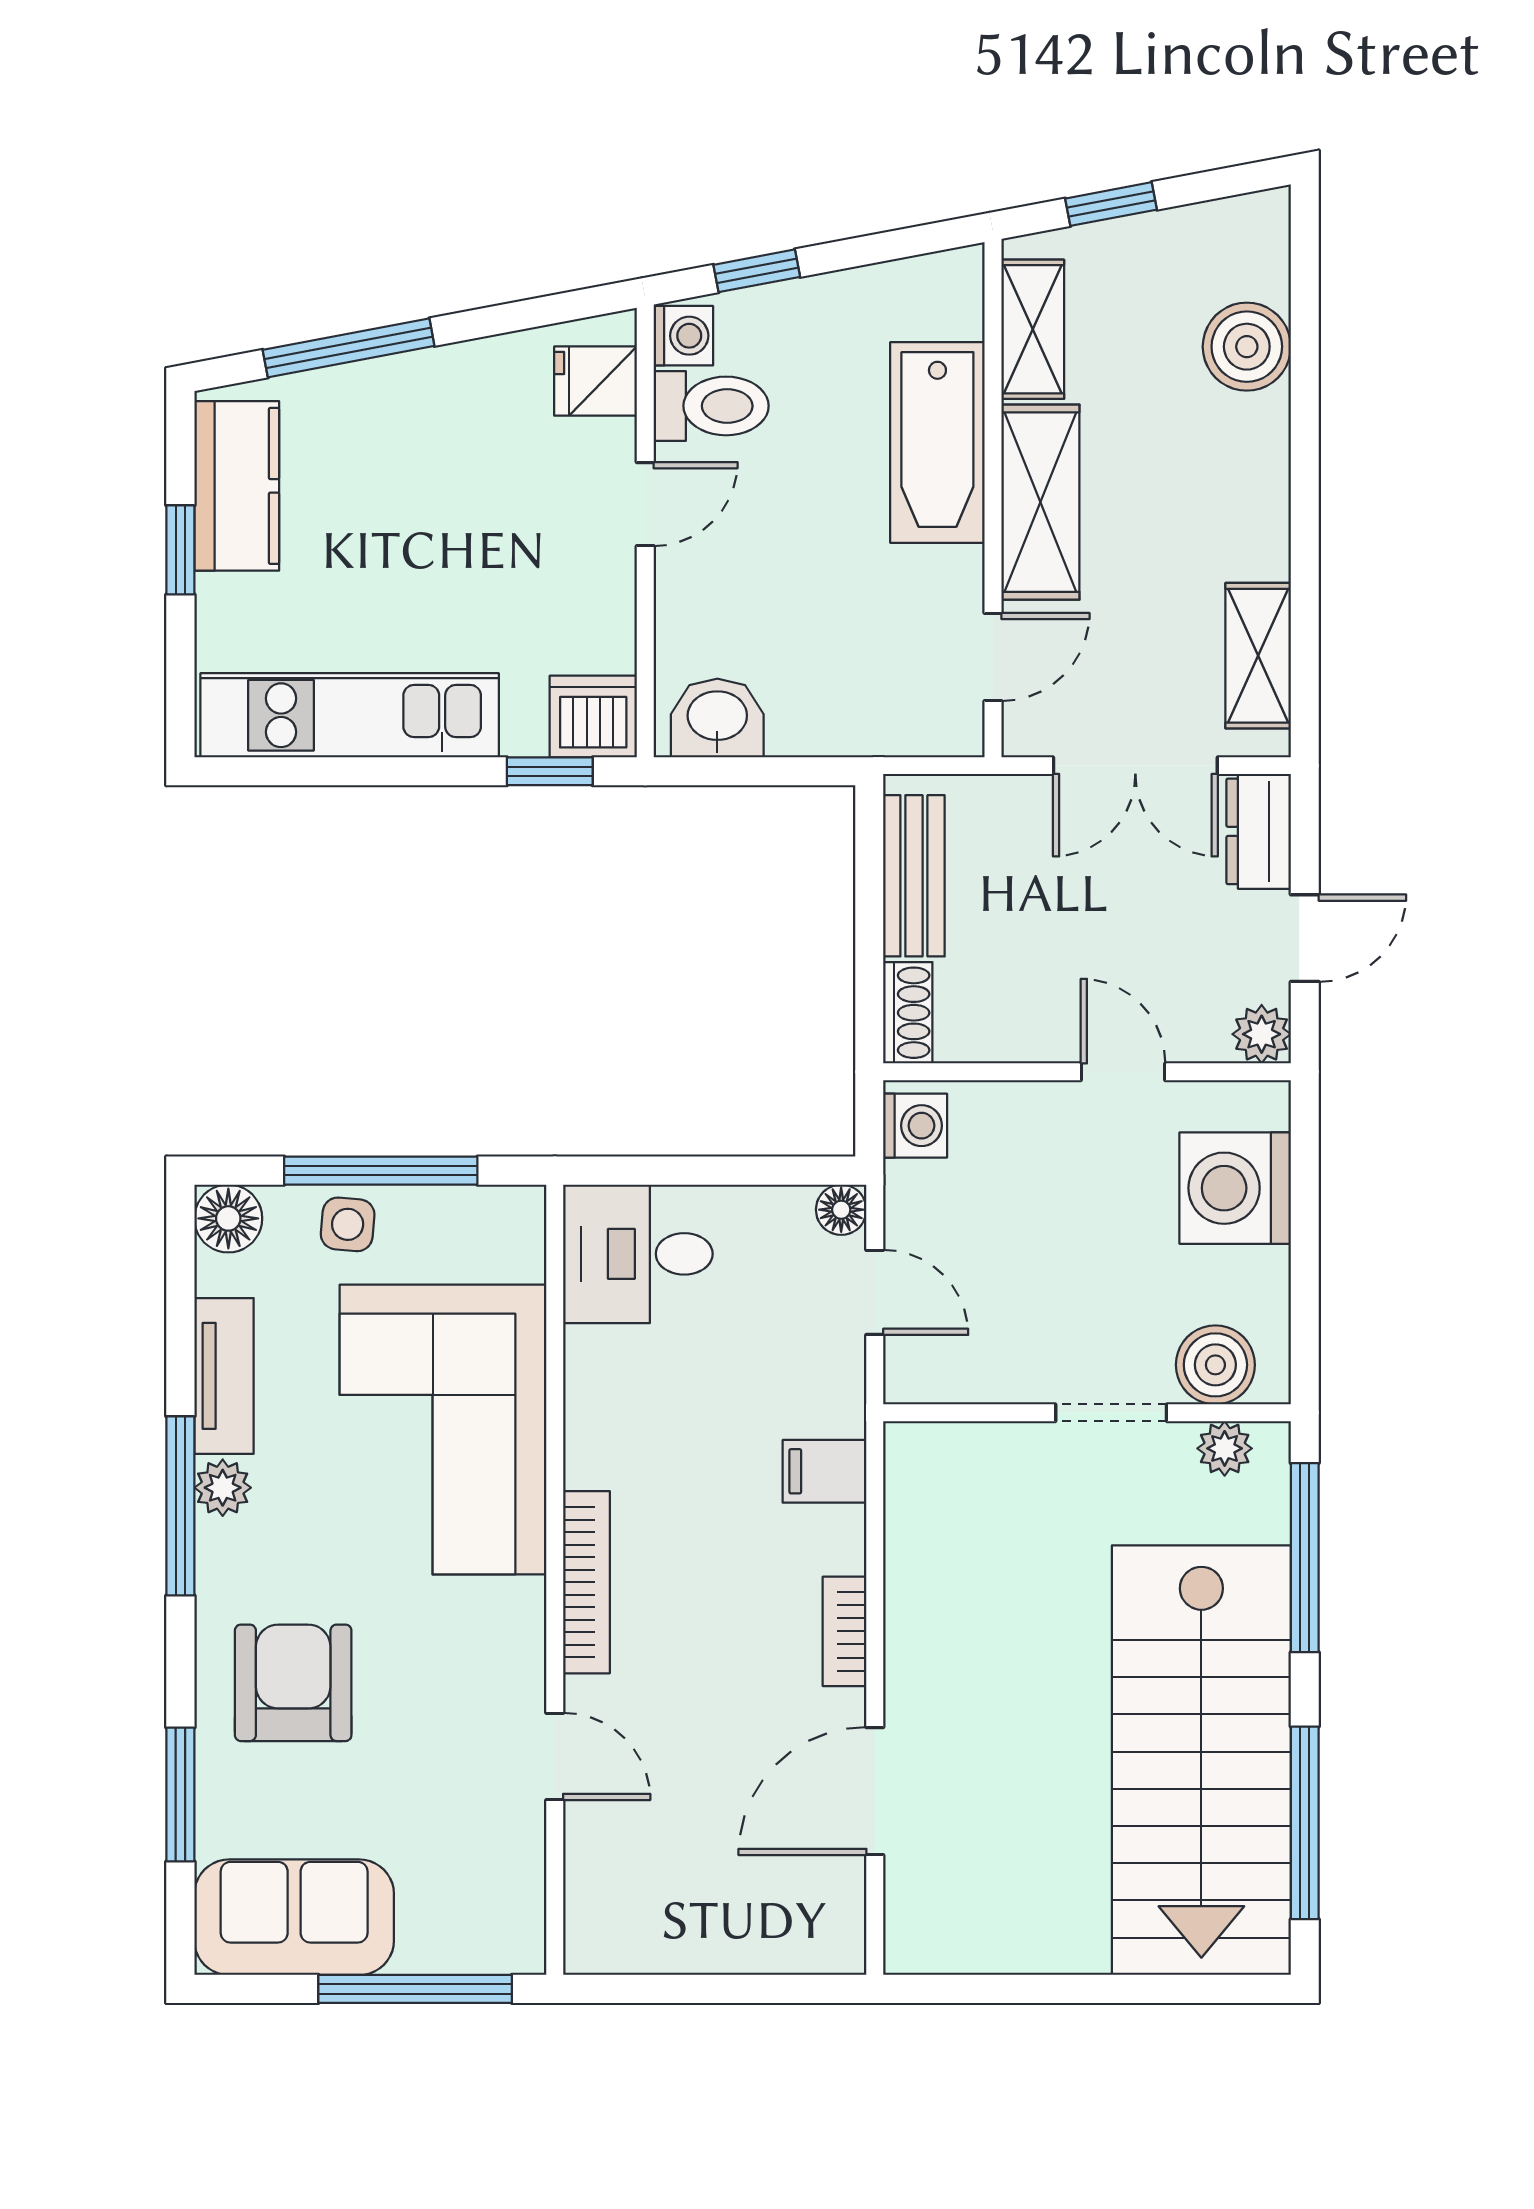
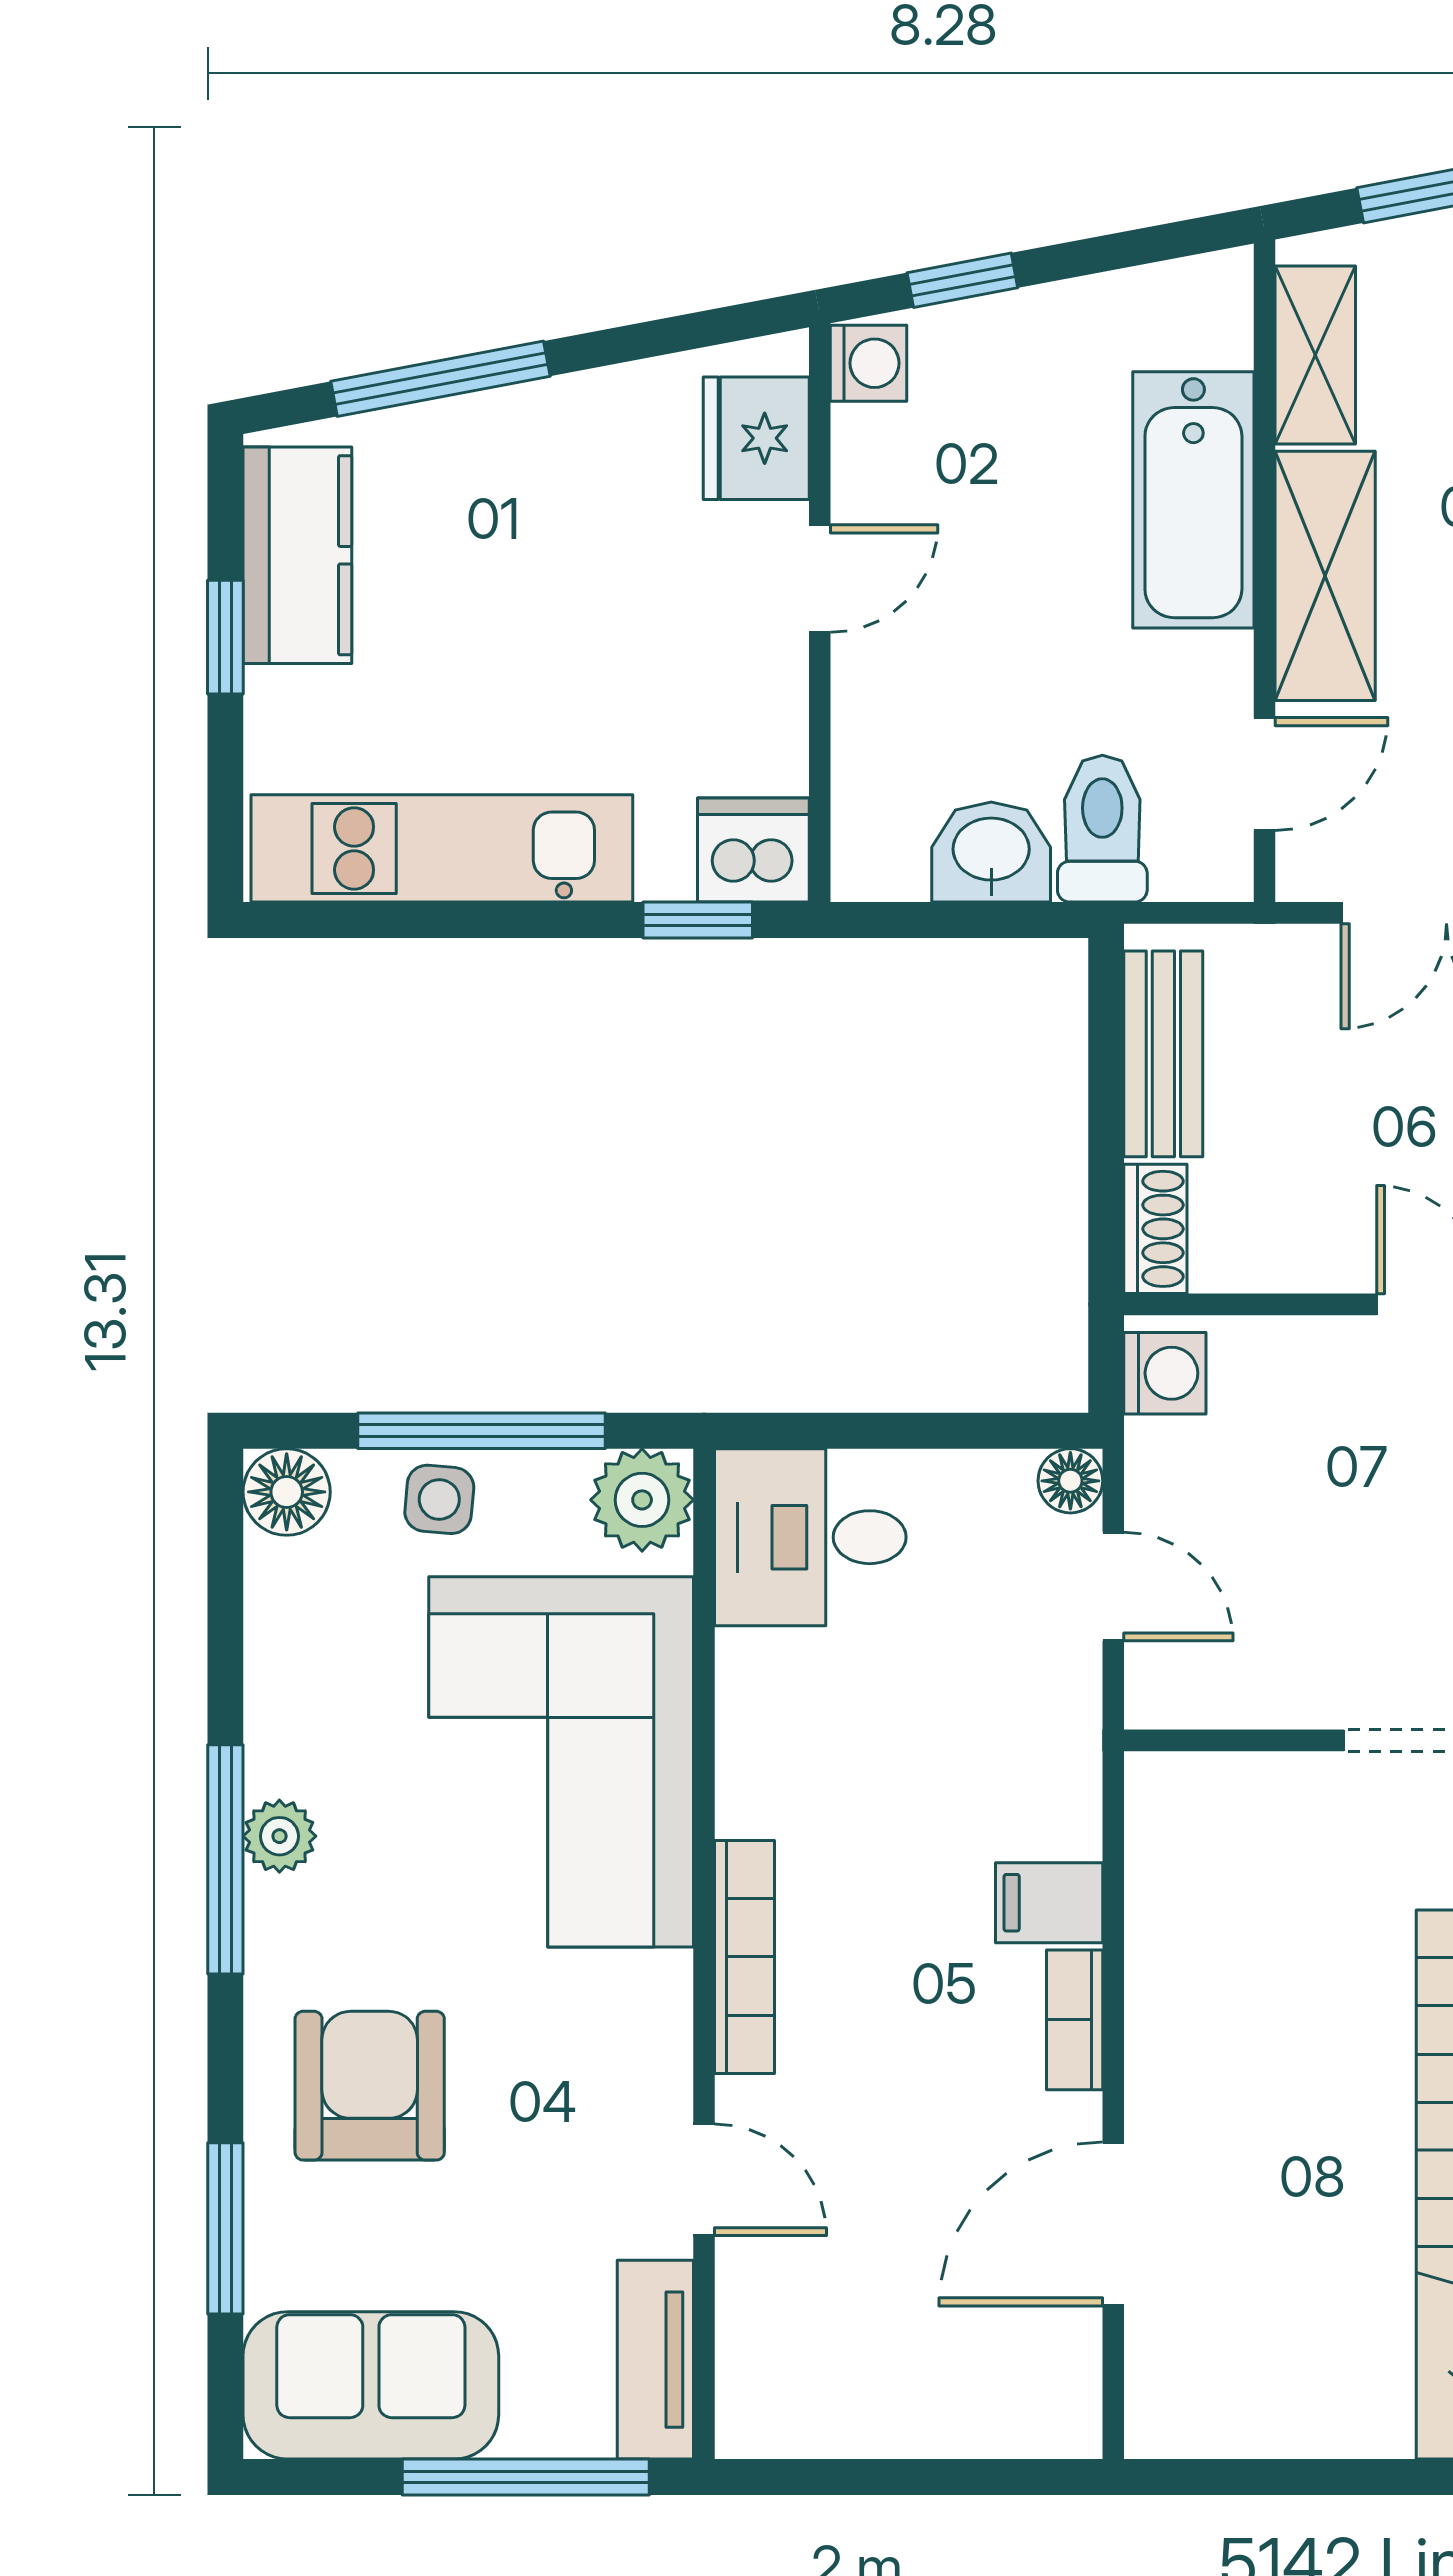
fridge: (596, 381) -> (756, 438), width x1.38
toilet: (711, 406) -> (1102, 829), moved, turned -90
washbasin: (717, 718) -> (991, 852), moved
plant: (506, 1225) -> (642, 1500), added
tv unit: (224, 1376) -> (655, 2360), moved, turned 180
filing cabinet: (825, 1471) -> (1049, 1903), moved

